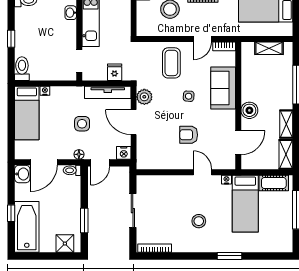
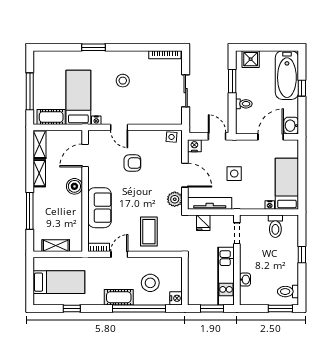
toilet: (22, 69) -> (275, 226), moved
side table: (189, 96) -> (172, 137), moved
floor lamp: (79, 154) -> (237, 144), removed
door: (100, 163) -> (217, 136), hinge flipped
toilet: (72, 170) -> (244, 104), moved

